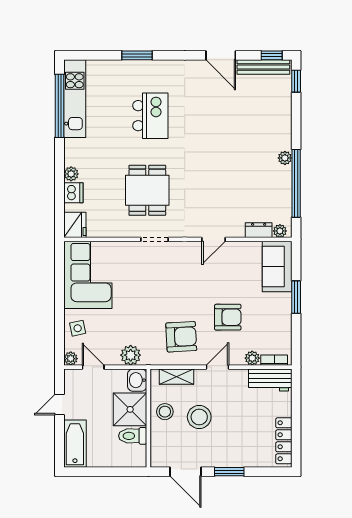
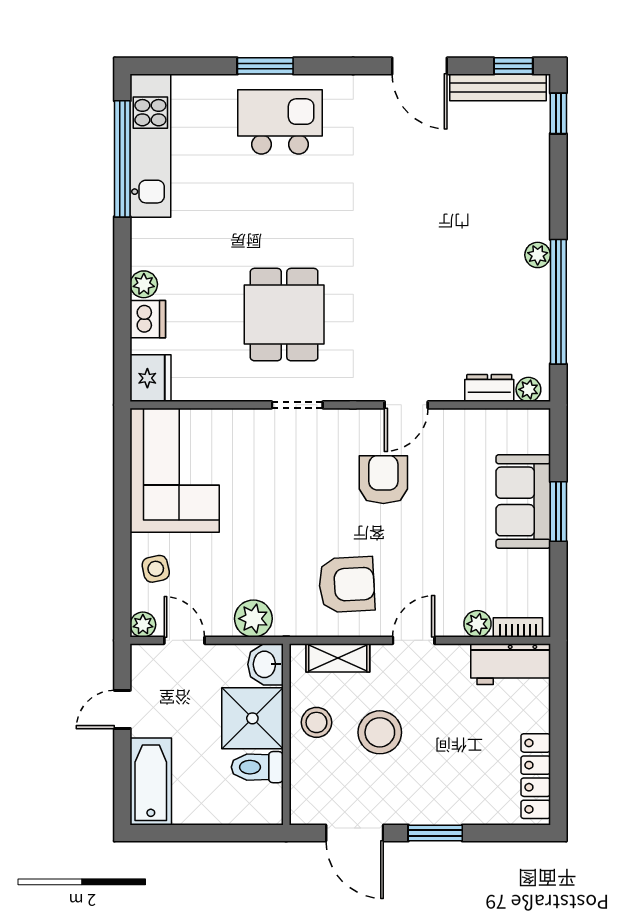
kitchen island: (150, 116) -> (280, 122), moved, turned -90
sofa: (277, 266) -> (523, 501), moved
armchair: (228, 317) -> (383, 480), moved, turned -90

